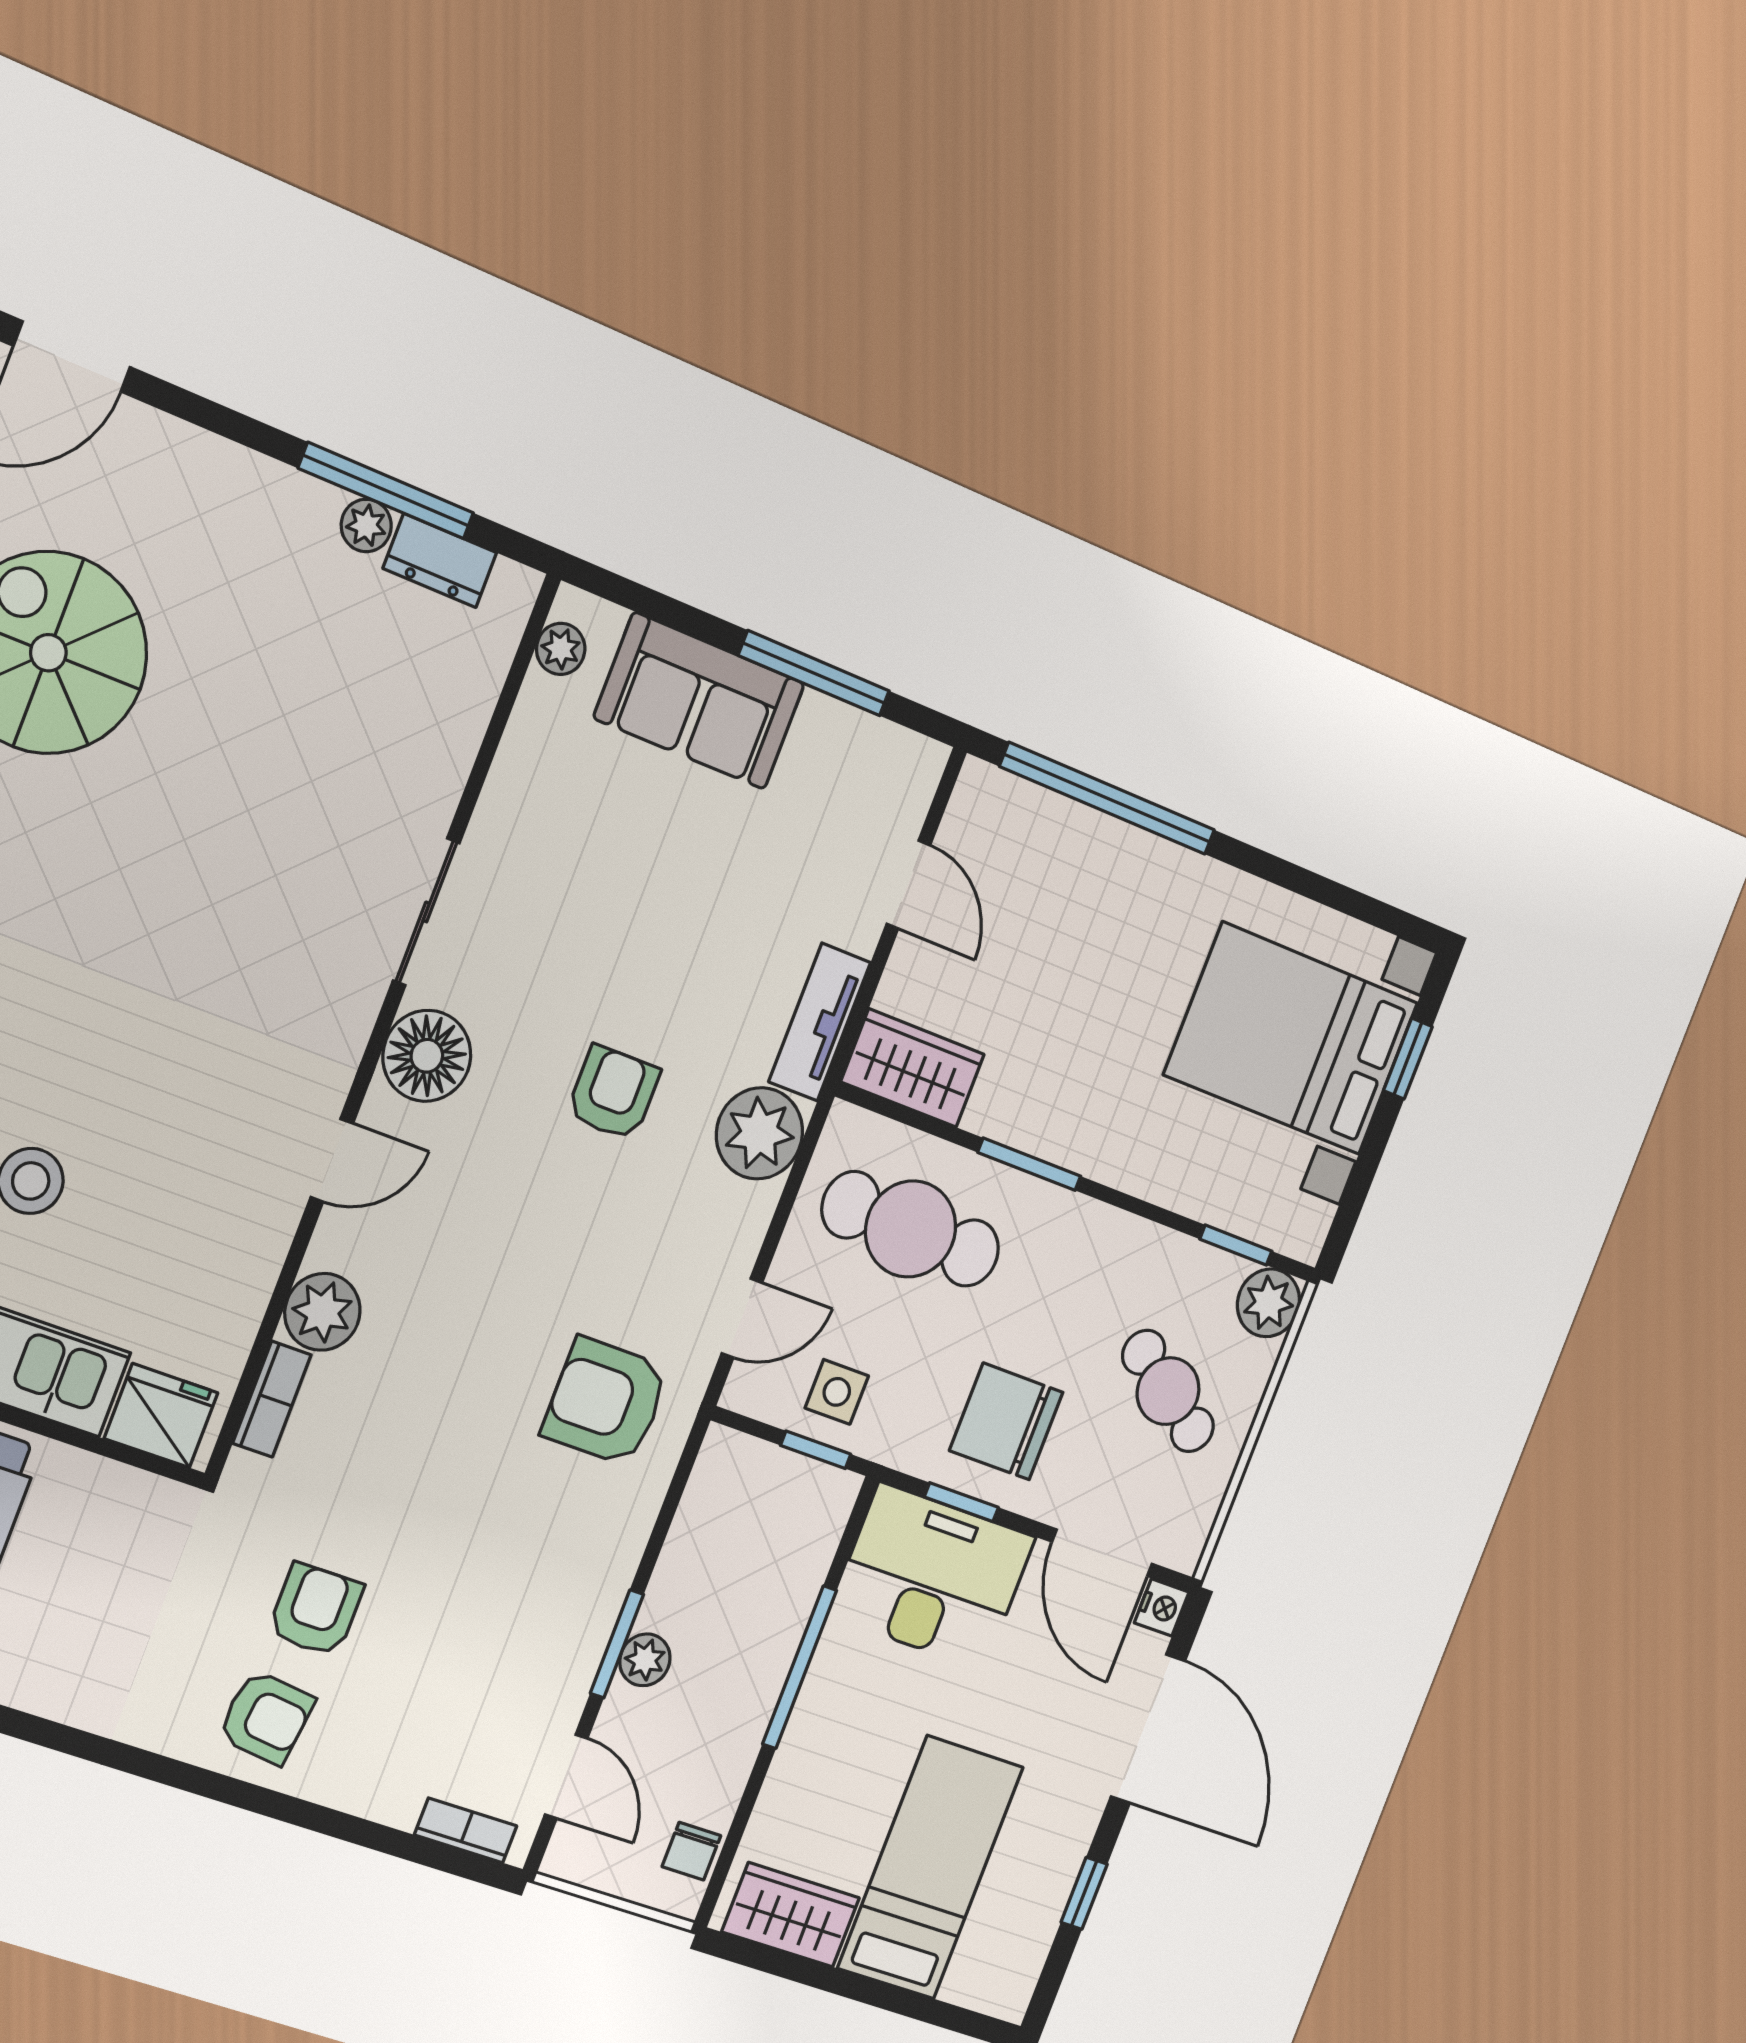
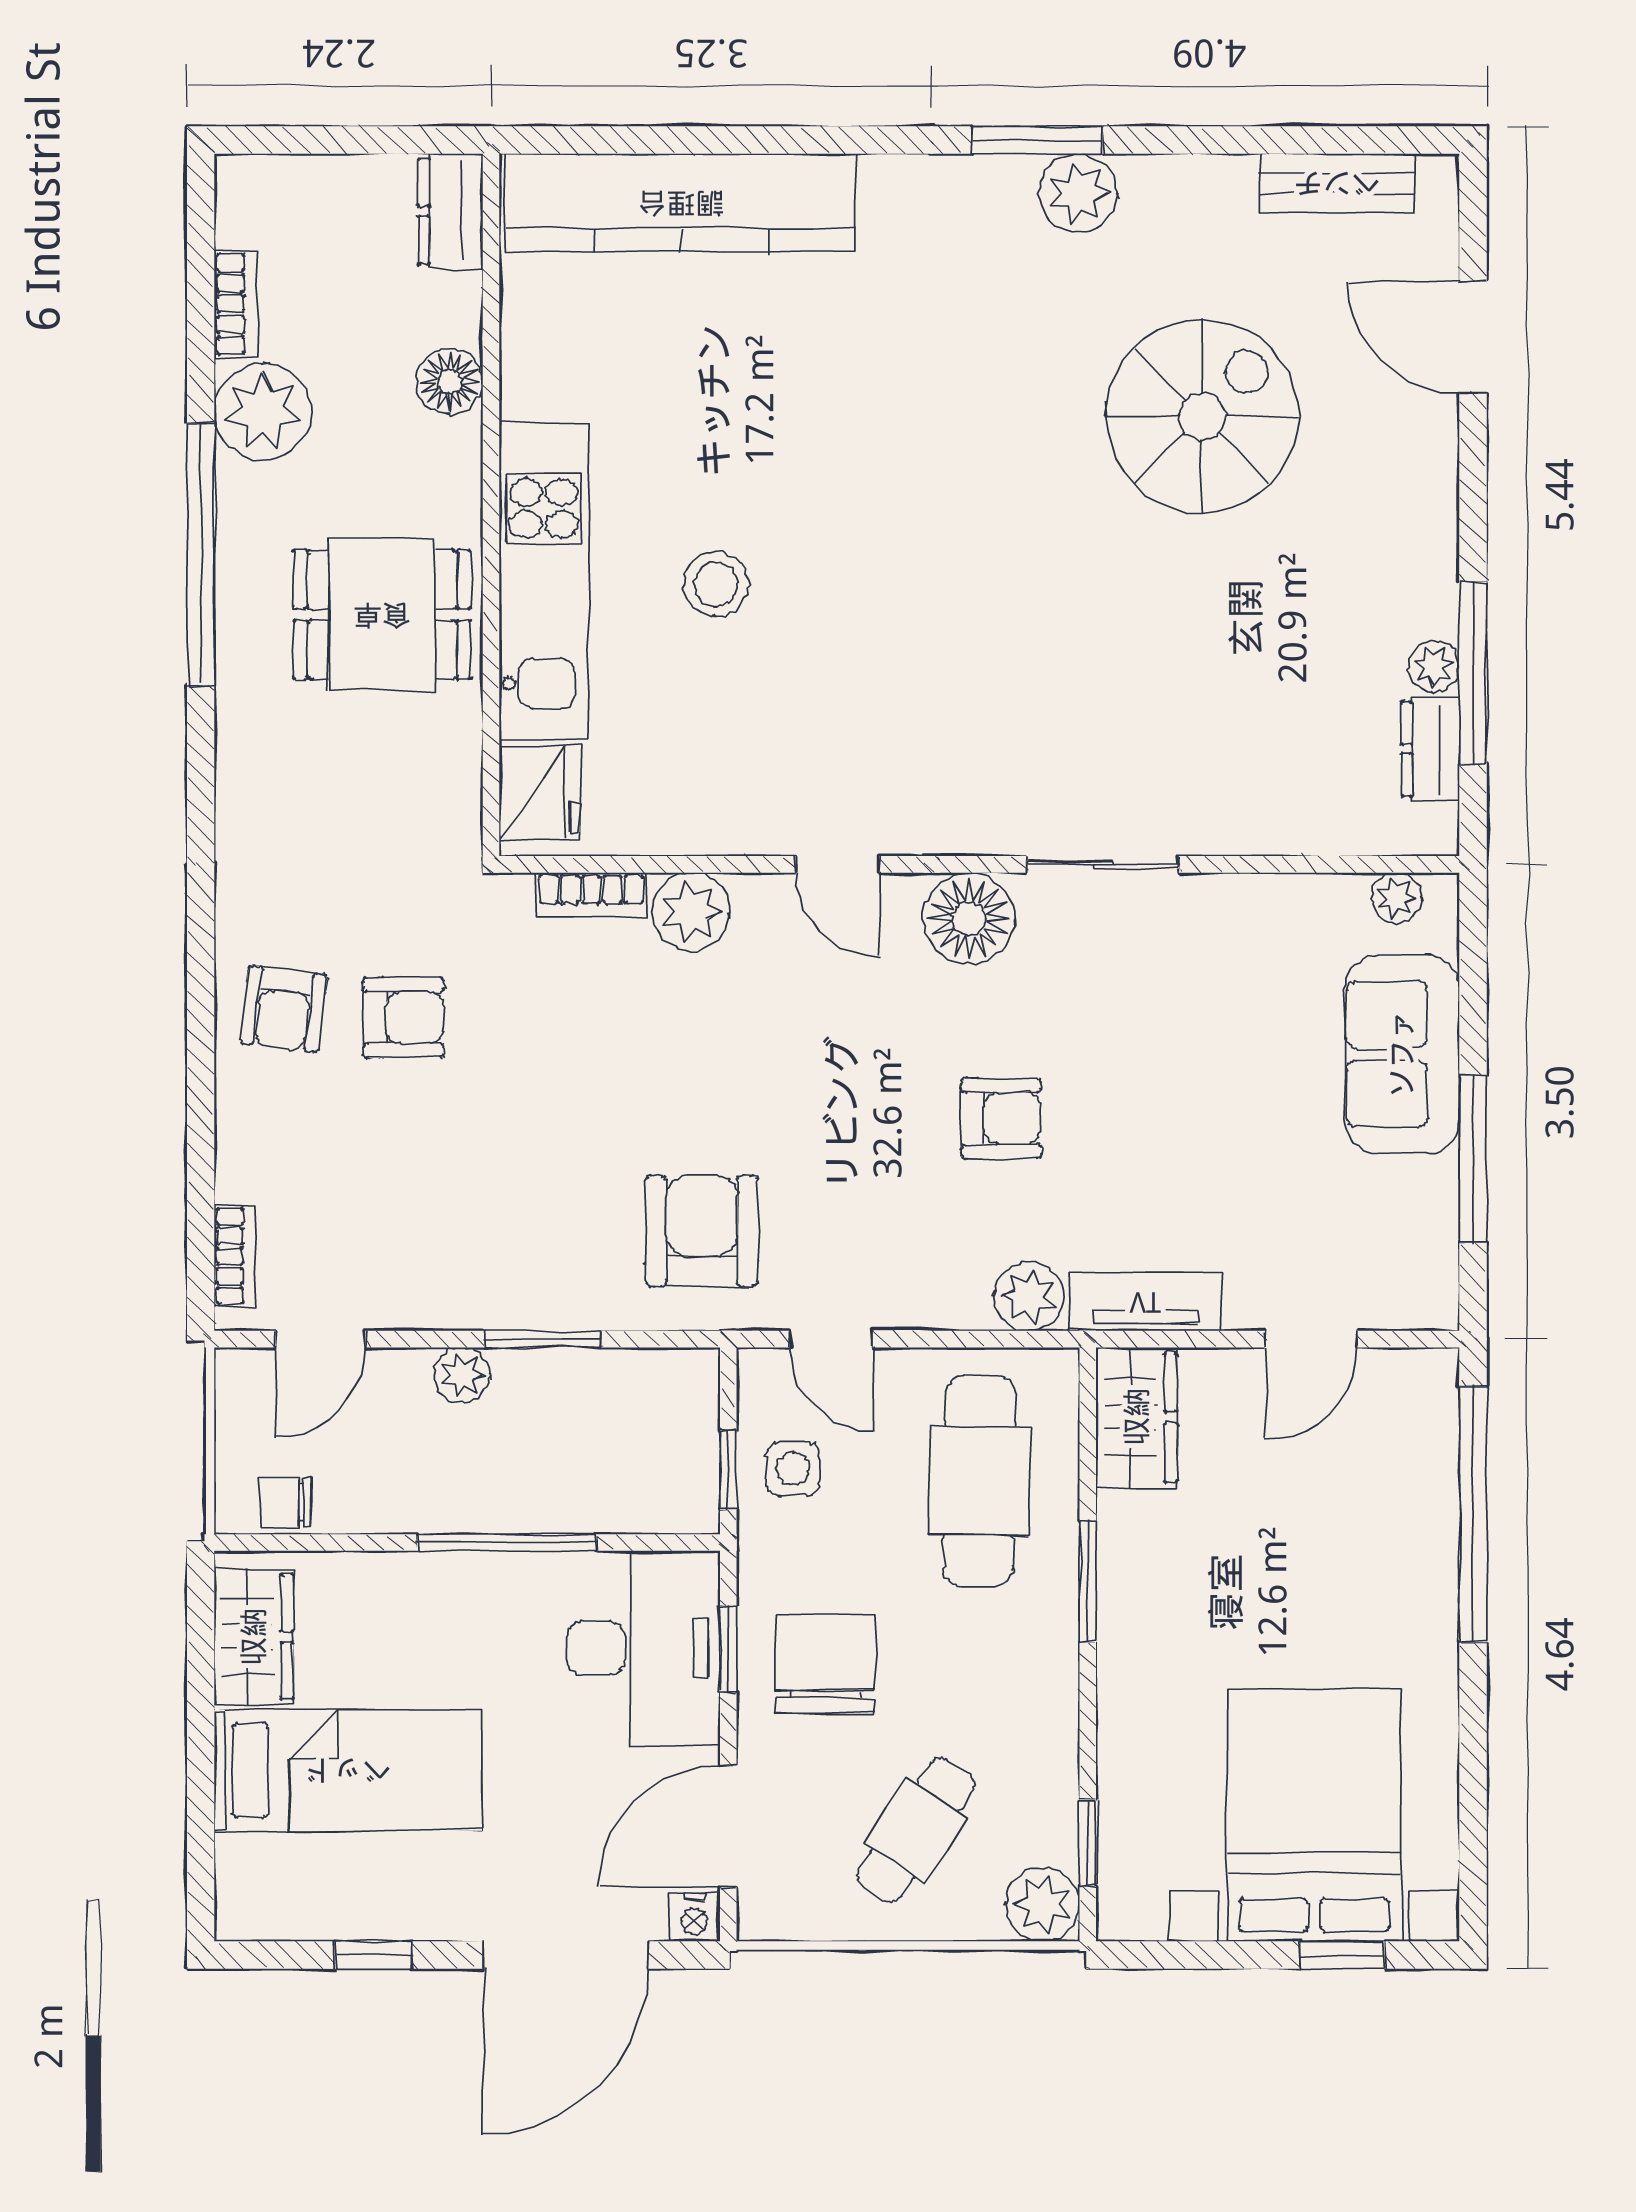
plant: (759, 1133) -> (1029, 1296), width x0.73, depth x0.73
window: (617, 1644) -> (542, 1339), moved

